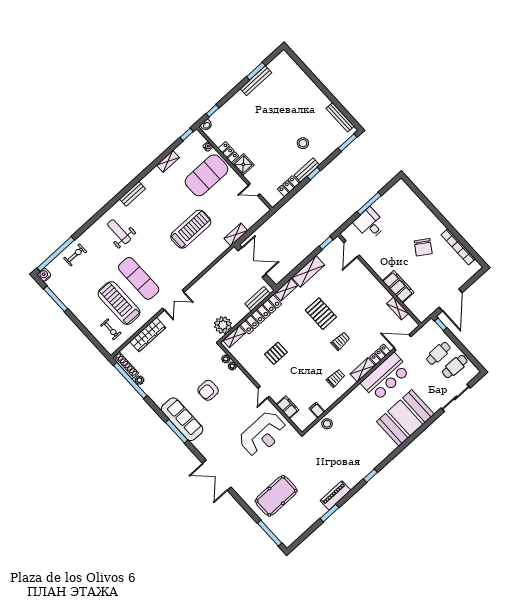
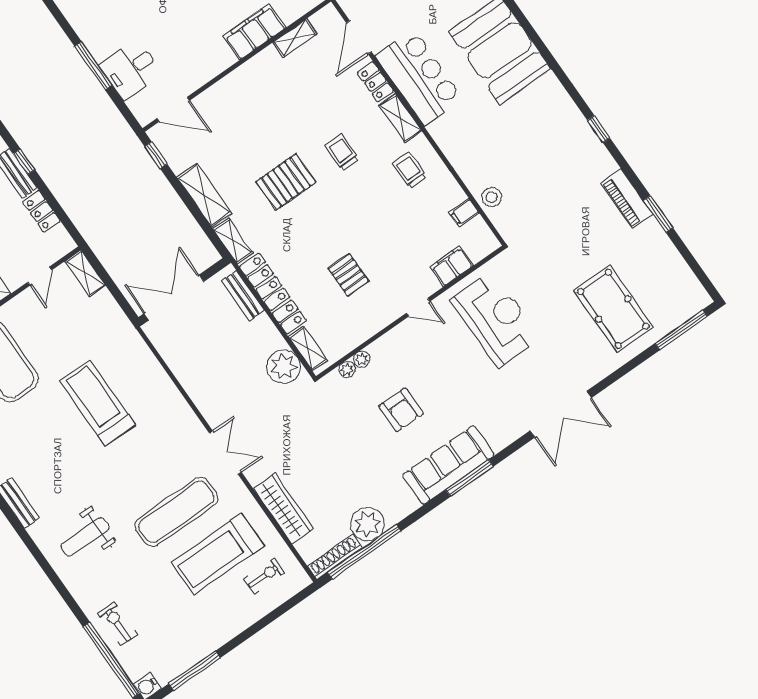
shelving: (236, 235) -> (85, 273), moved
plant: (139, 380) -> (367, 524), width x1.87, depth x1.87

